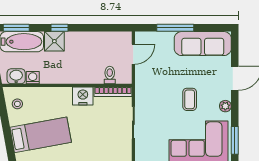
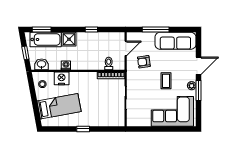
window: (60, 28) -> (91, 30), moved
armchair: (159, 73) -> (144, 62), added
washing machine: (33, 78) -> (66, 65), moved
nightstand: (83, 96) -> (62, 78), moved
window: (235, 140) -> (198, 91), moved

